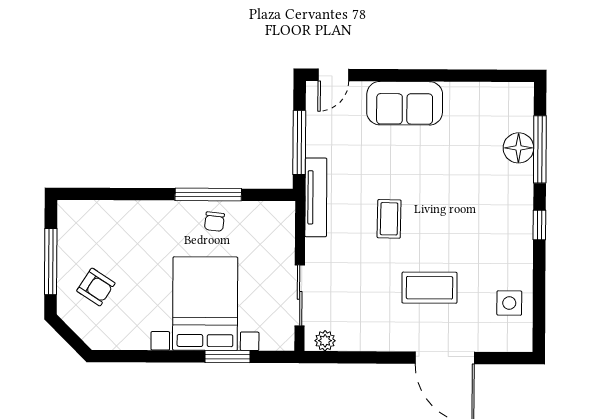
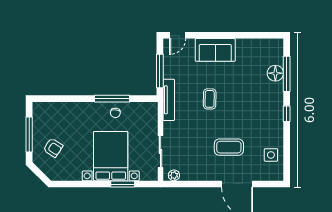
coffee table: (389, 219) -> (210, 99), moved

